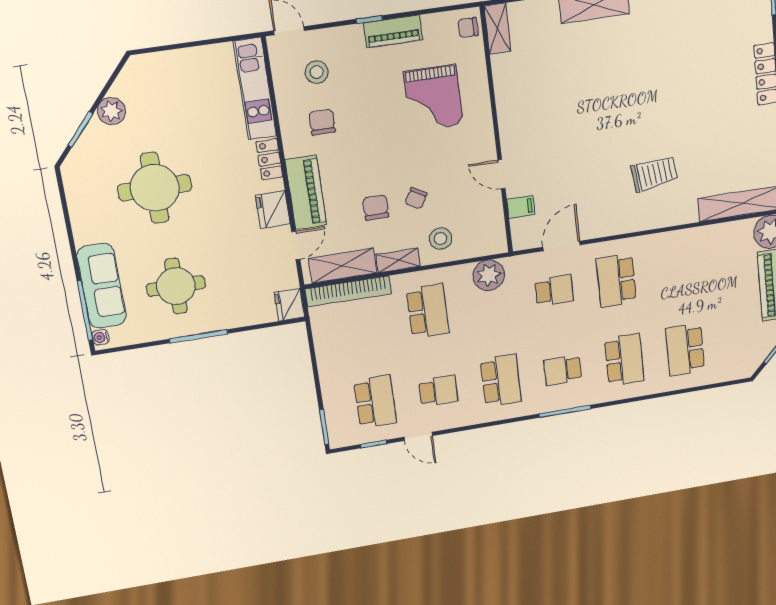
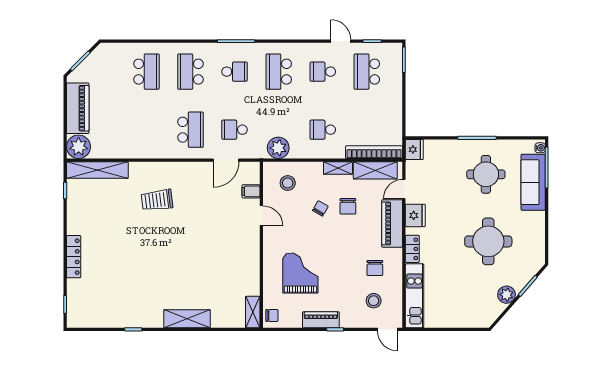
stool: (441, 239) -> (288, 183), moved
school desk: (428, 311) -> (323, 130), width x0.54

